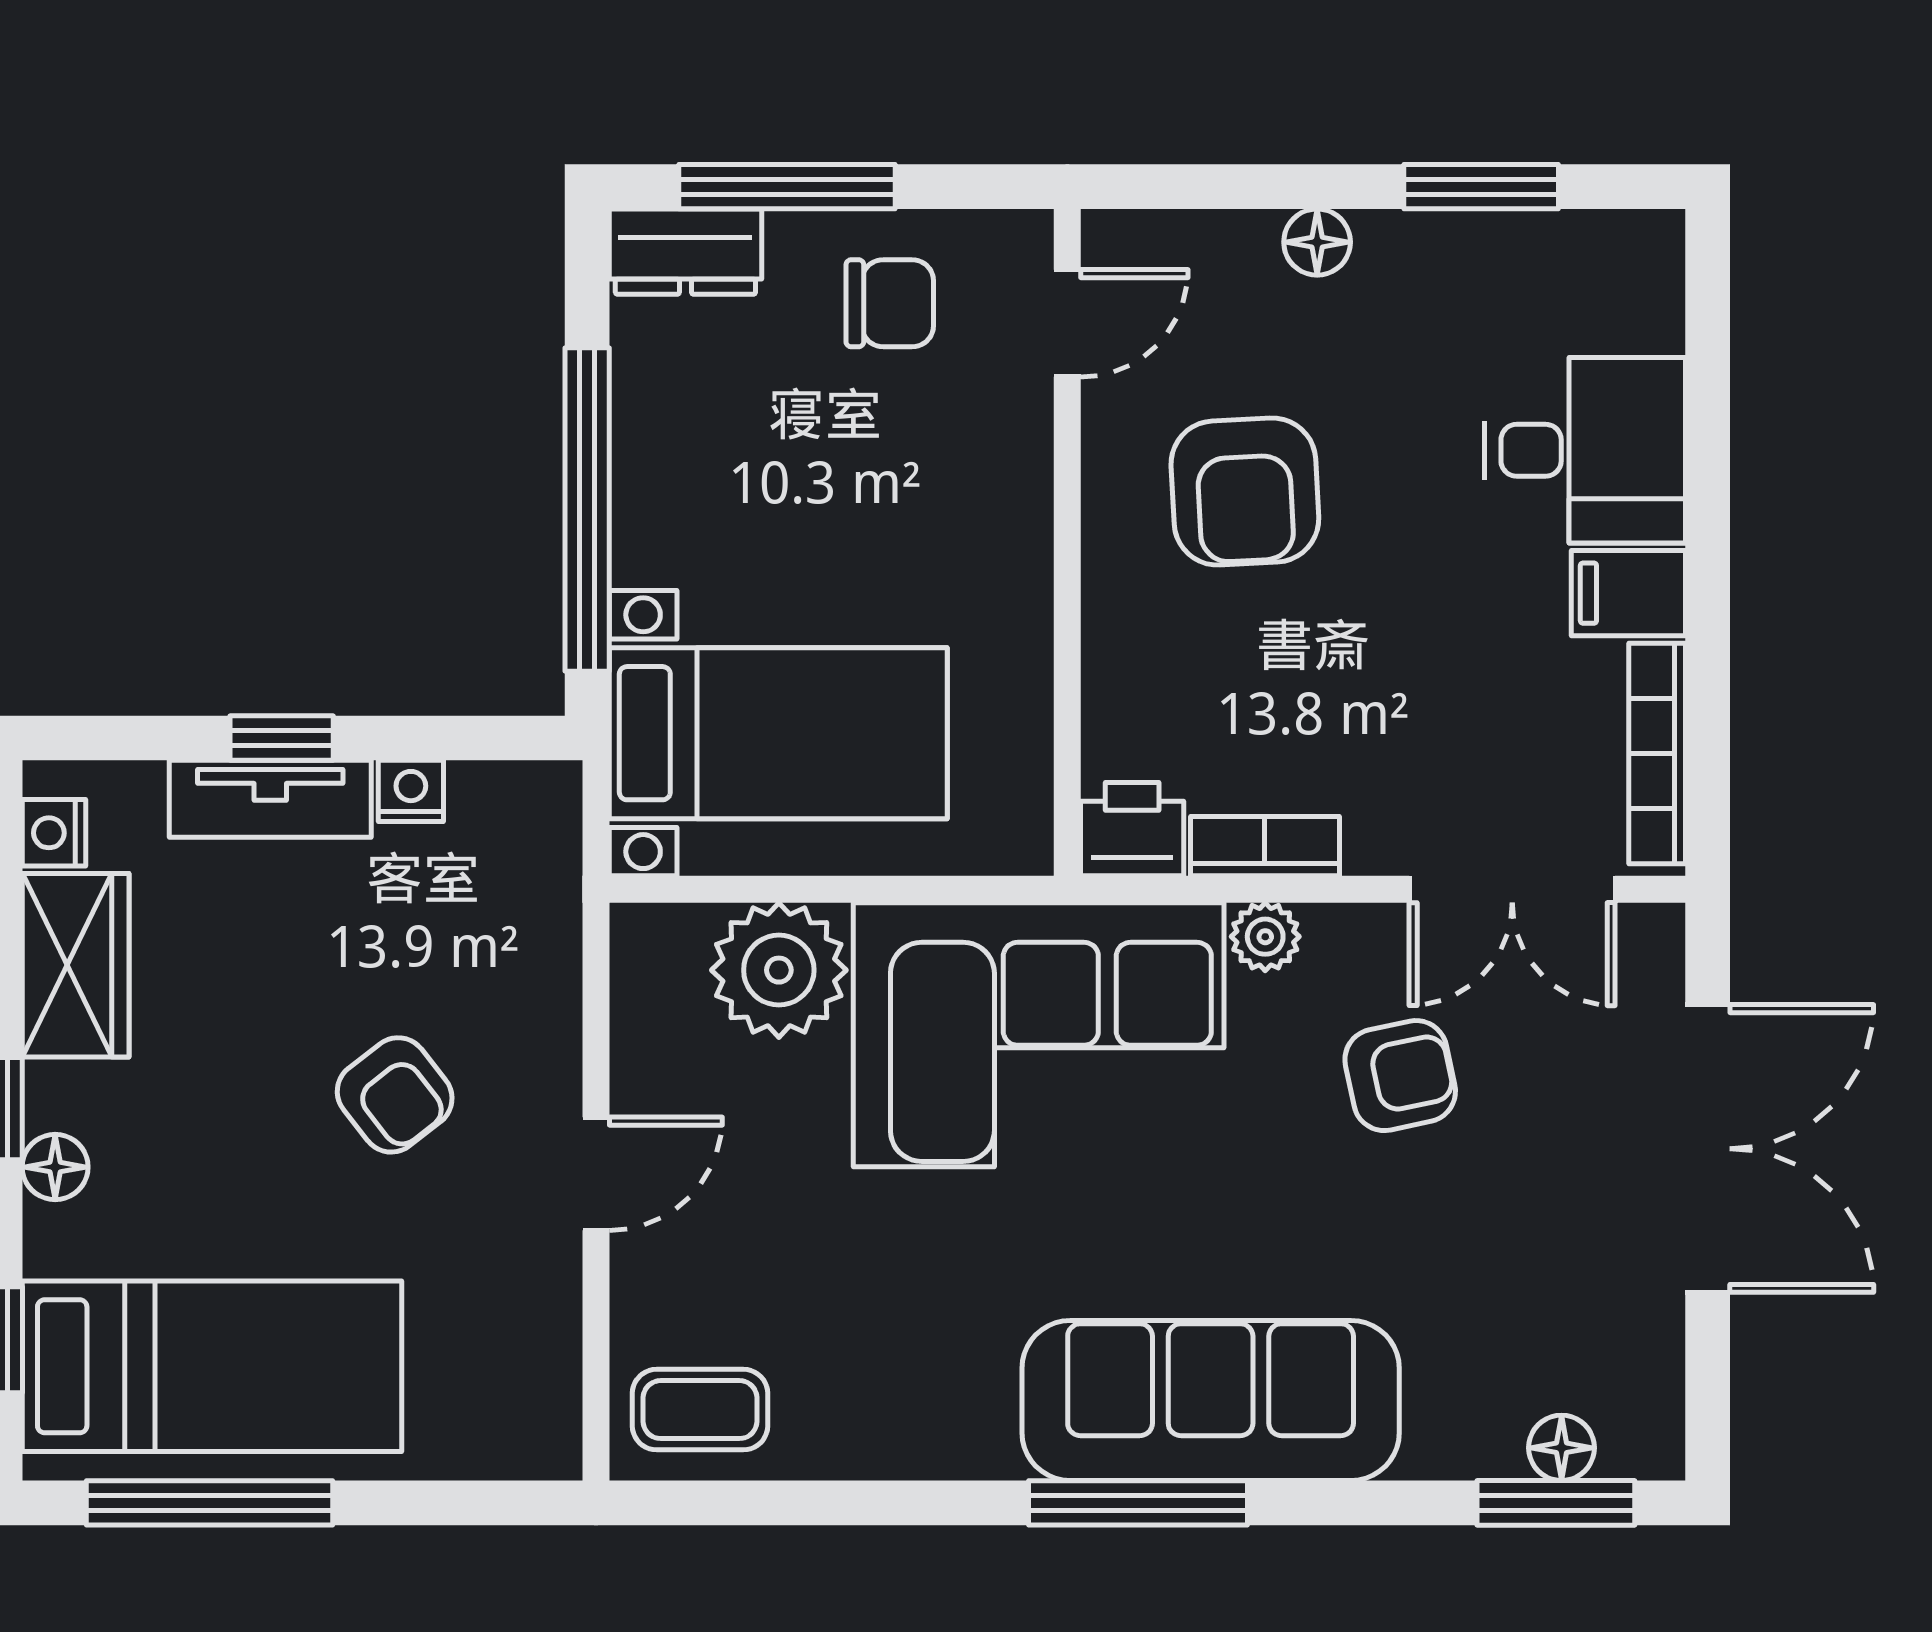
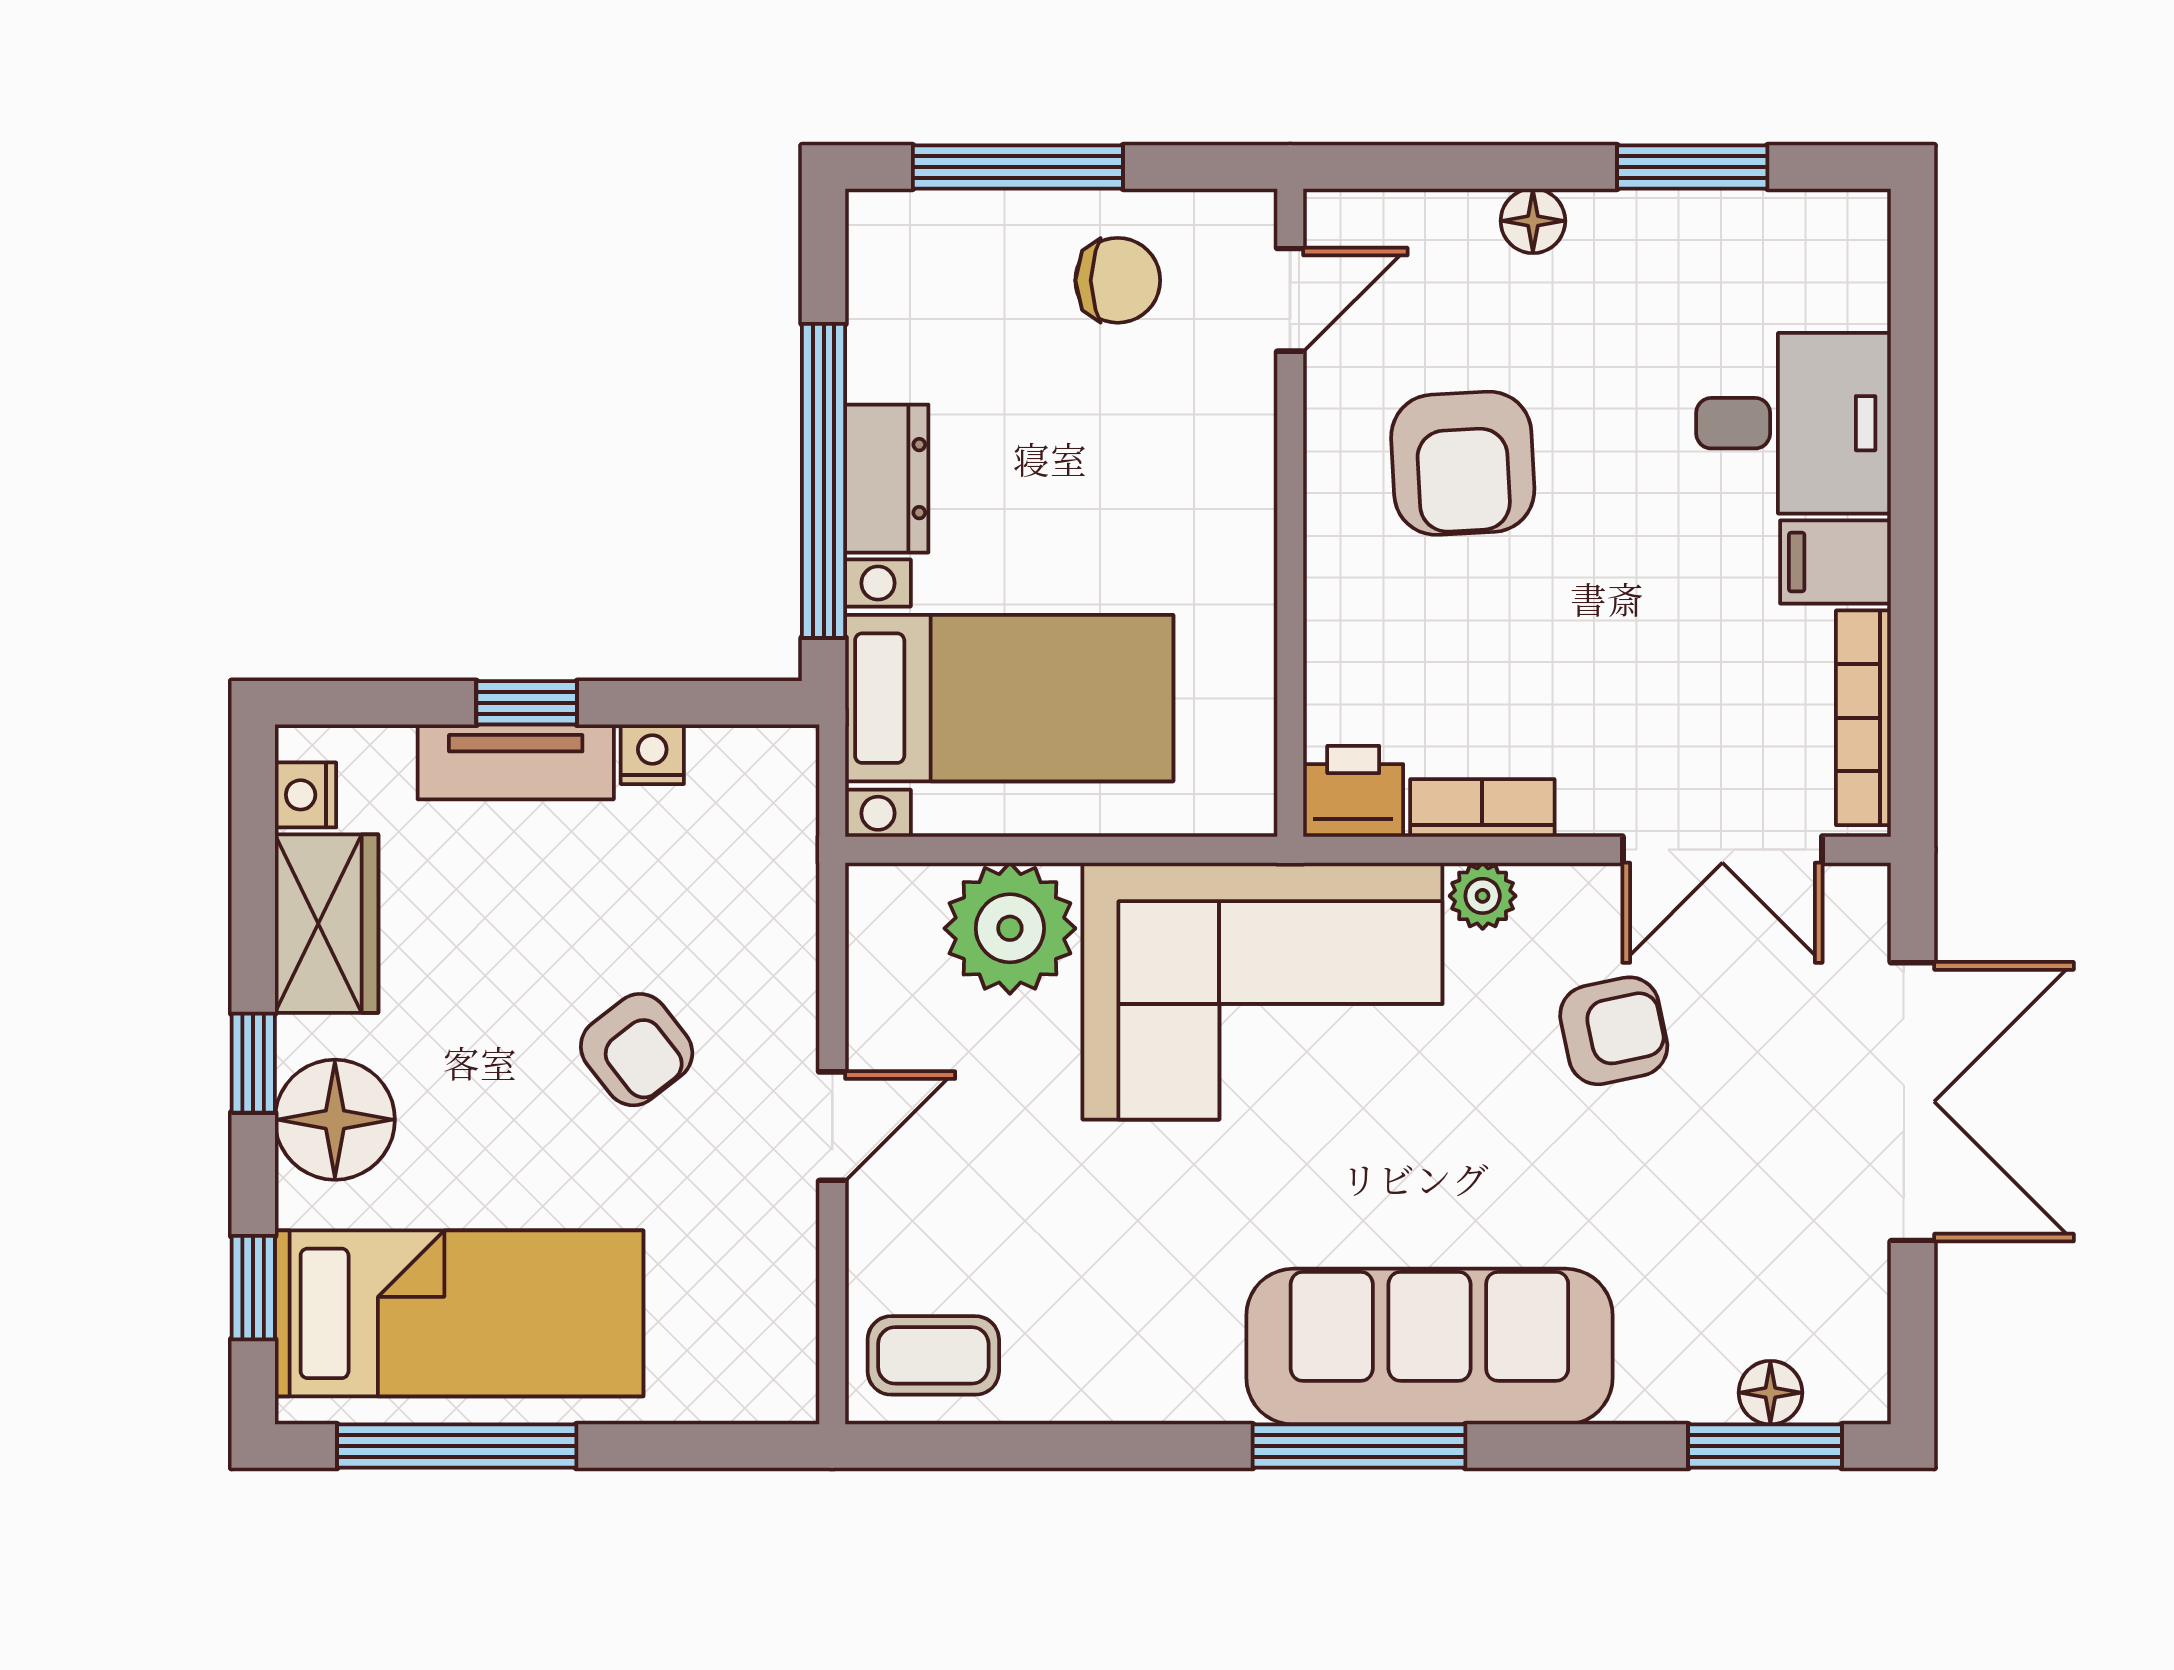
dresser: (685, 252) -> (887, 479), moved, turned -90
floor lamp: (55, 1167) -> (335, 1120), width x1.89, depth x1.89

